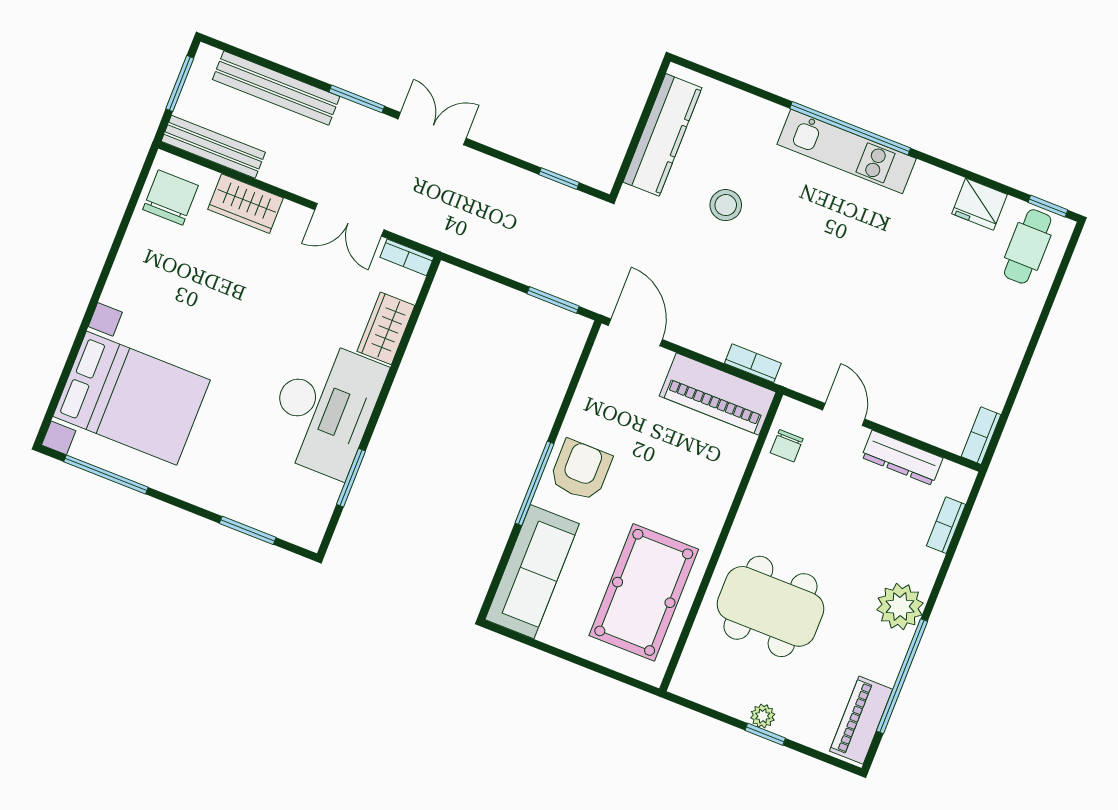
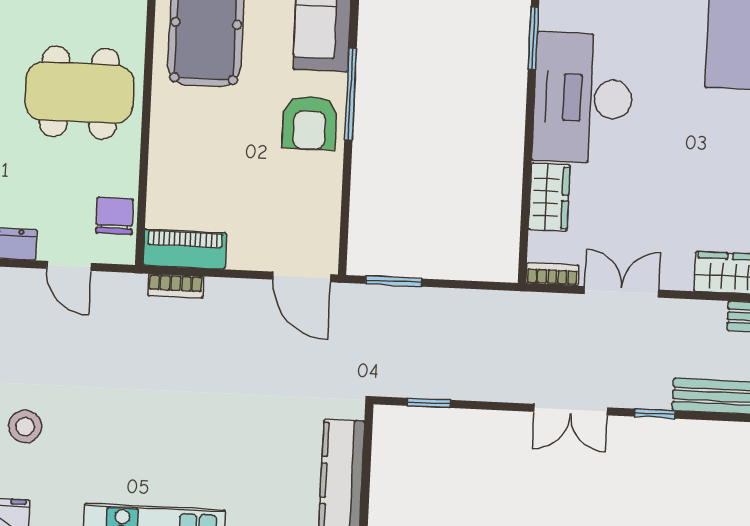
window: (357, 99) -> (655, 414), width x0.67
stool: (726, 205) -> (25, 426), moved
piano: (718, 394) -> (185, 249), width x0.73, depth x0.75
chair: (787, 446) -> (115, 216), width x1.37, depth x1.37
dining table: (770, 606) -> (79, 93), moved

